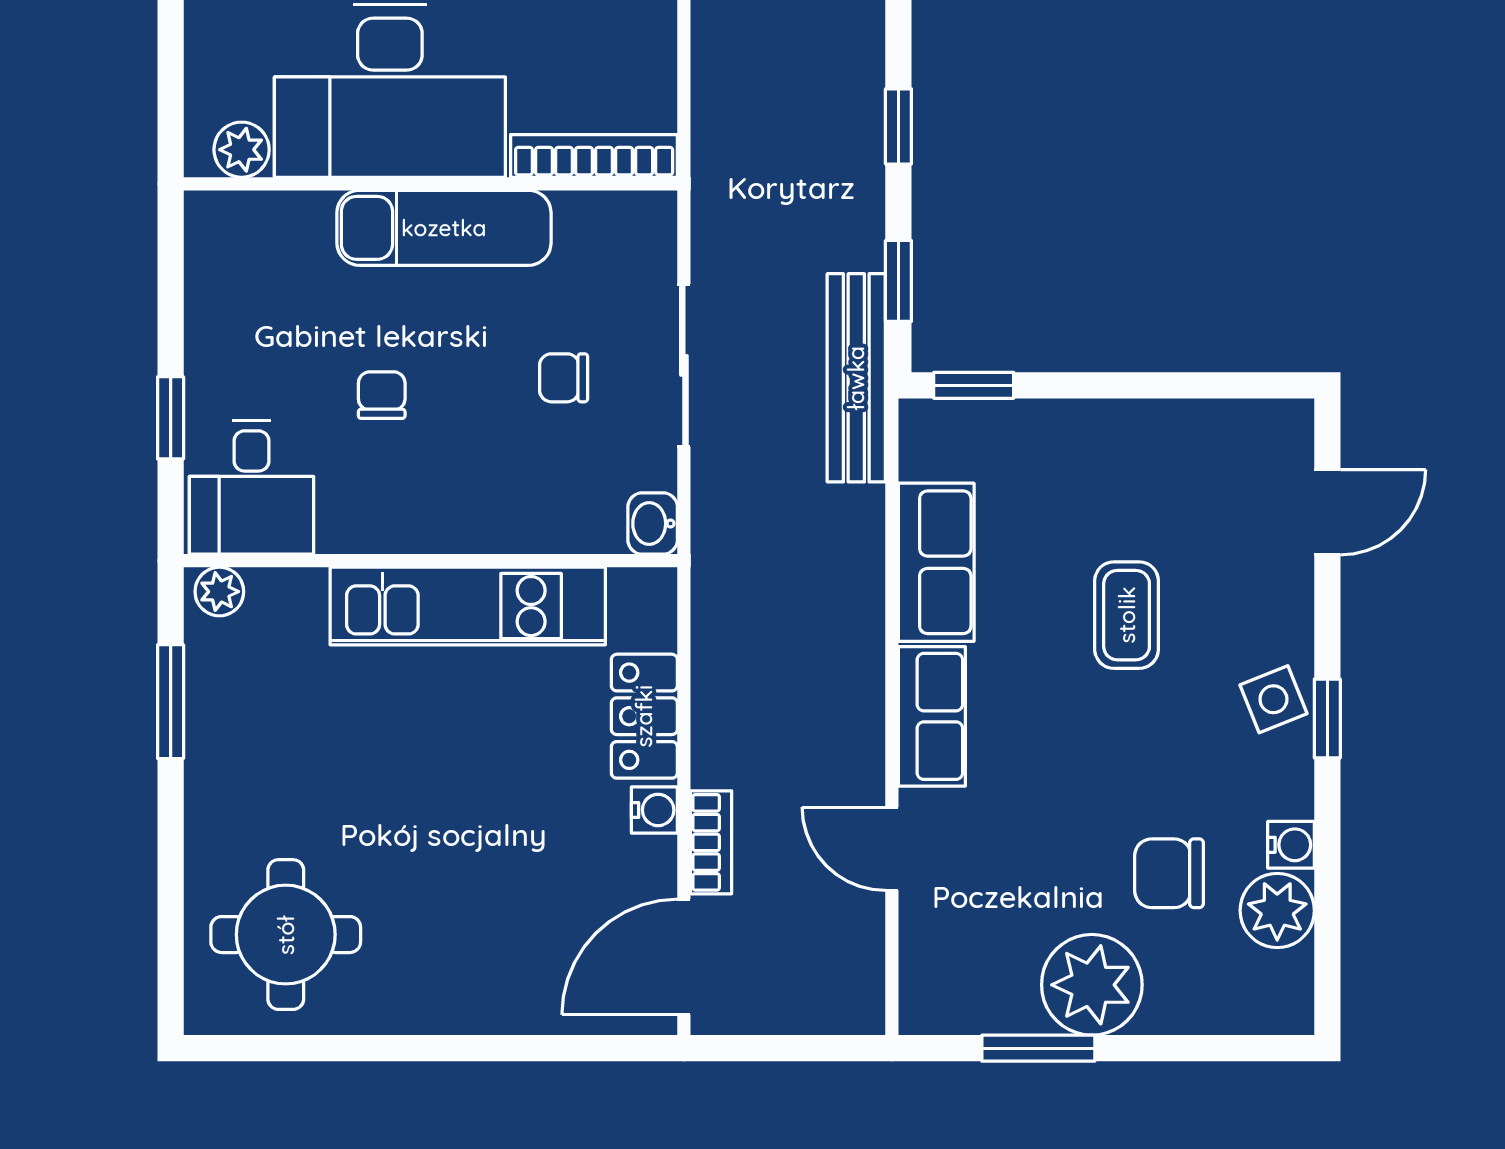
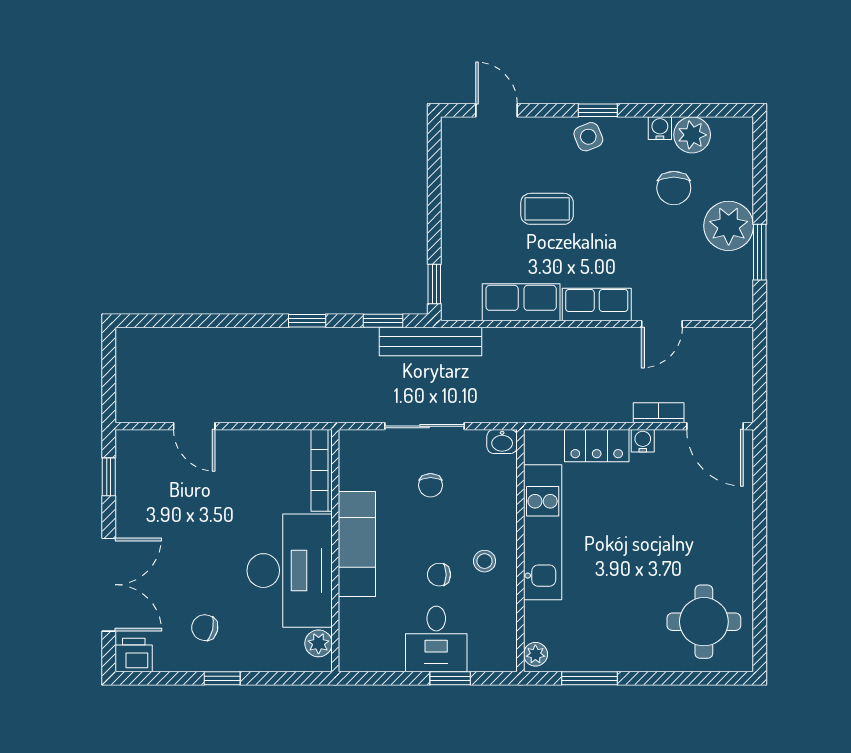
desk: (251, 487) -> (436, 639), moved, turned 90
stool: (409, 488) -> (485, 561), added

